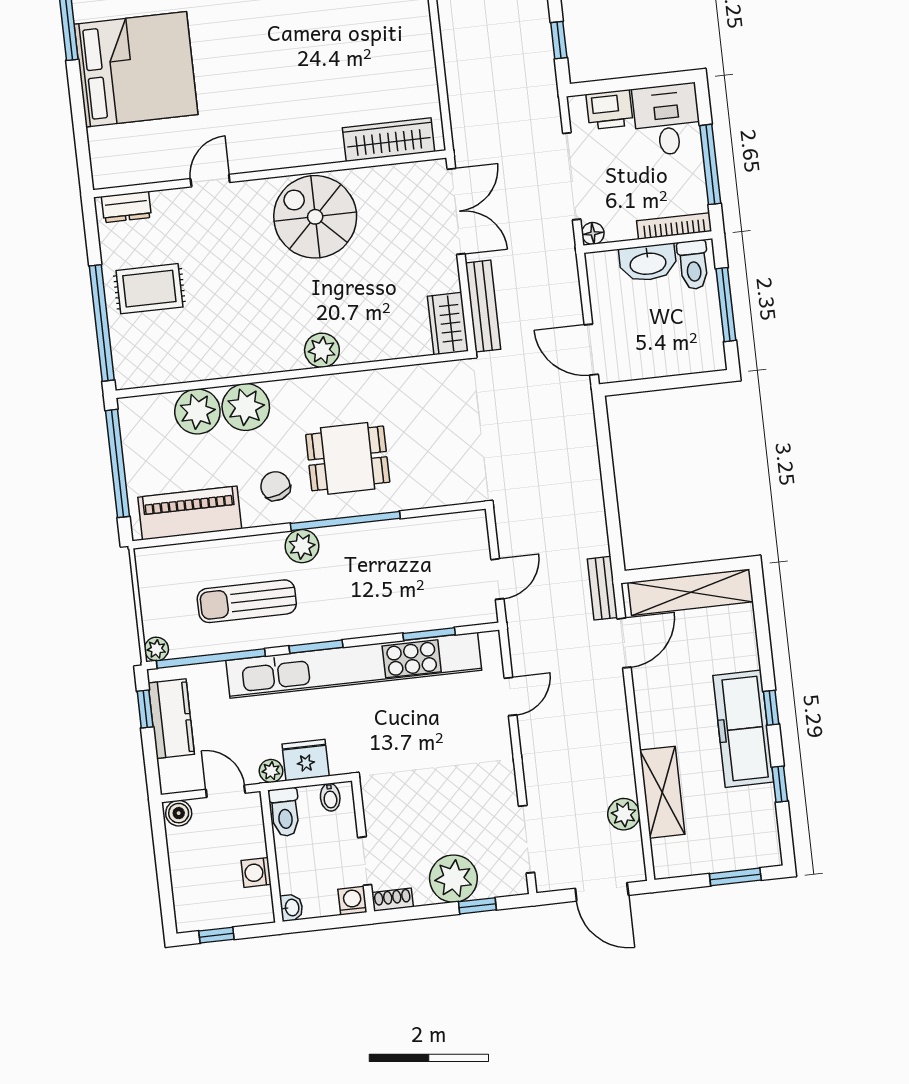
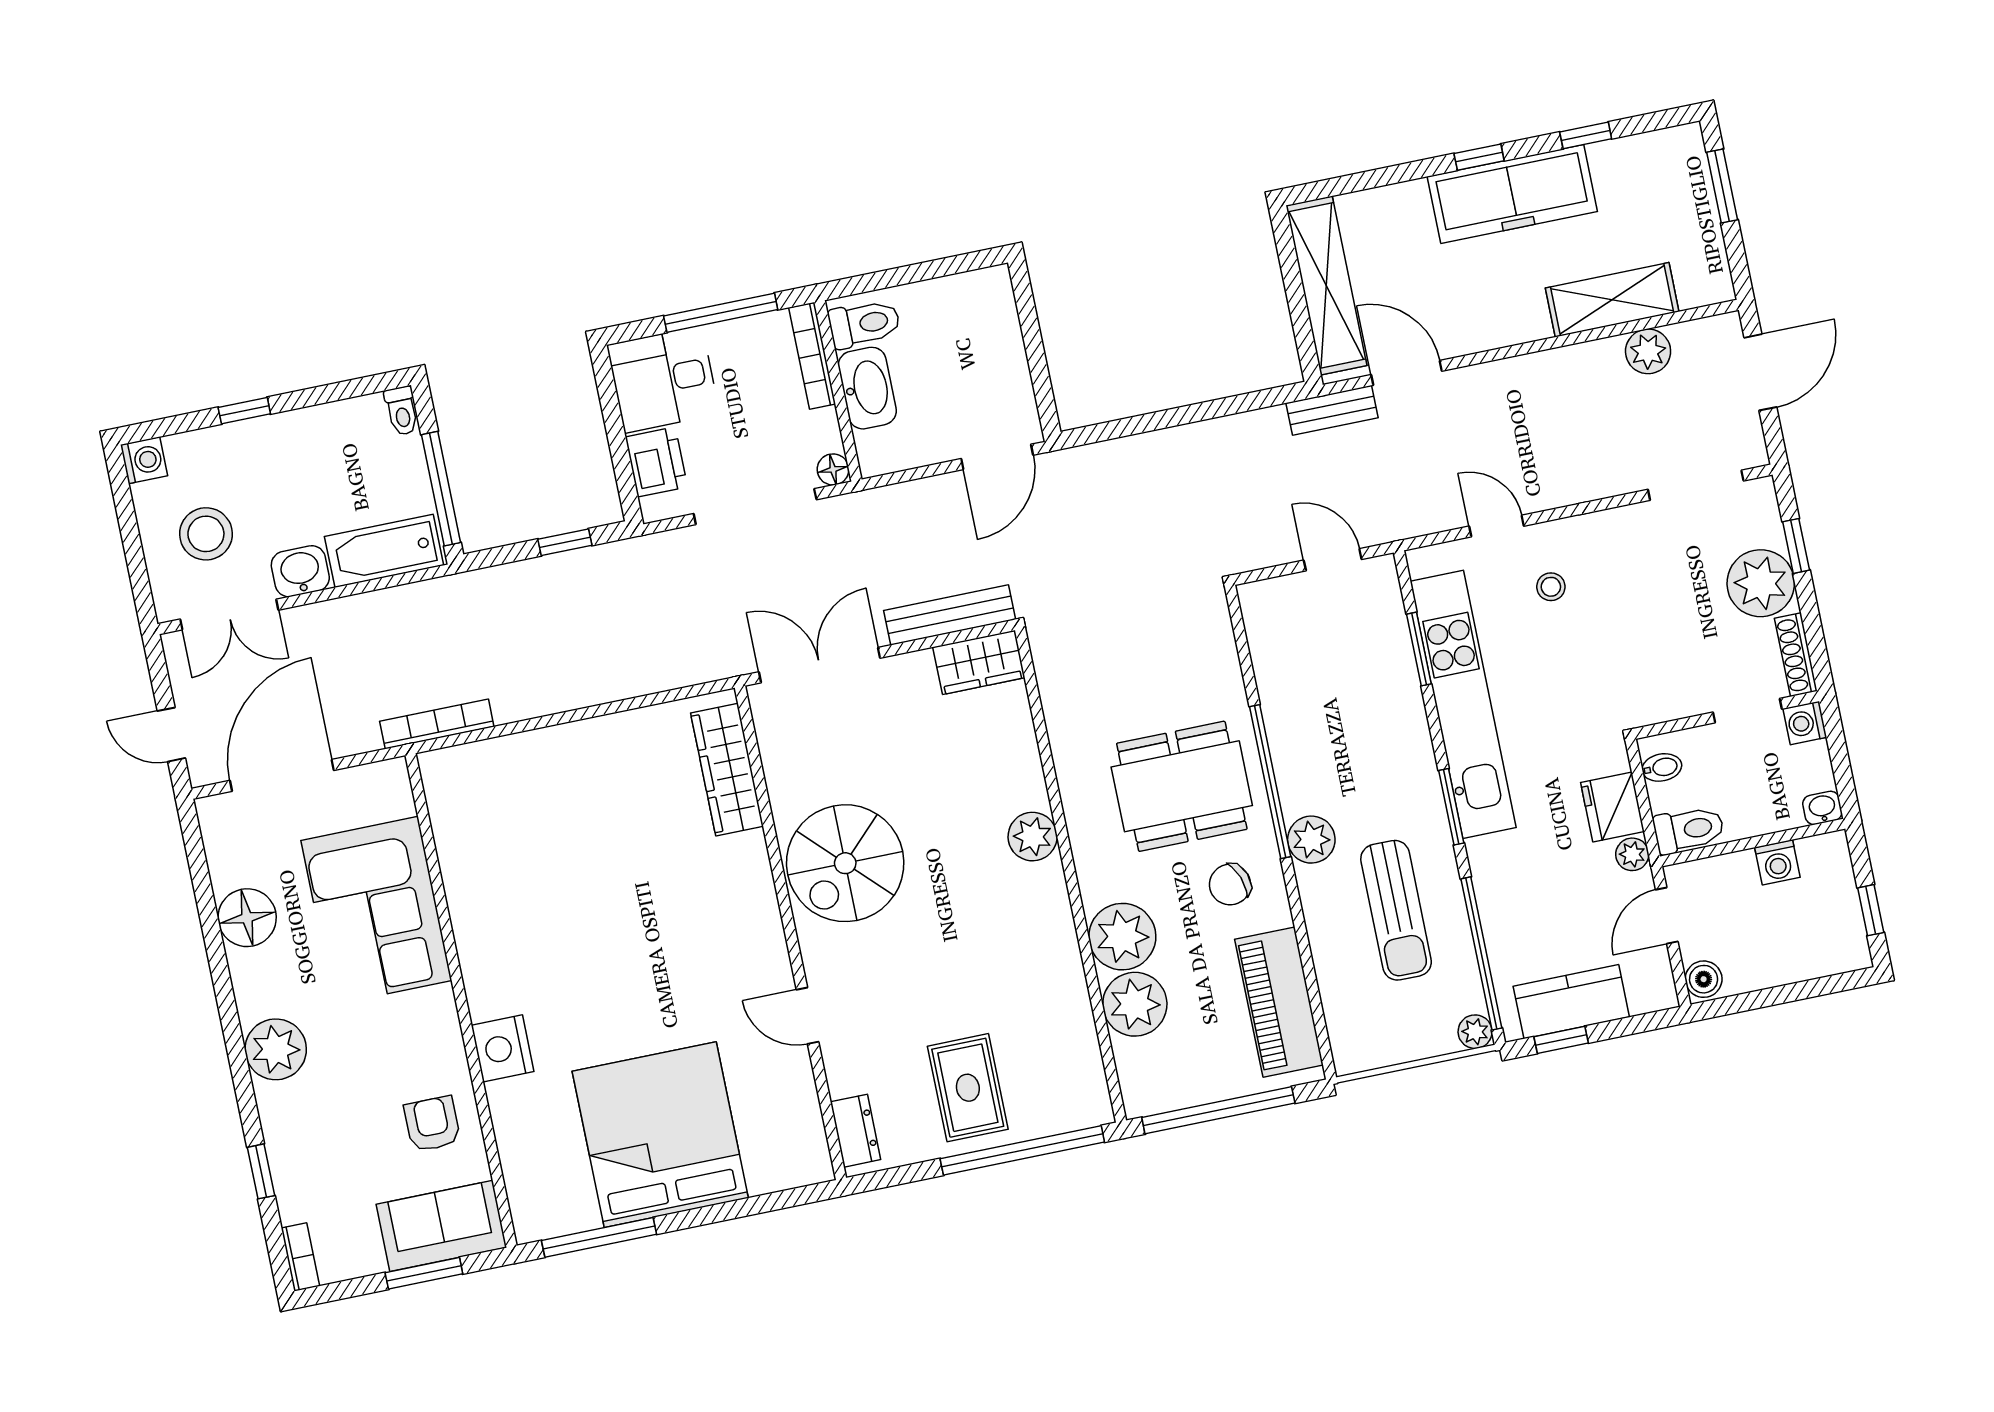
window: (726, 305) -> (916, 273), removed
dining table: (348, 458) -> (1182, 786), width x1.38
kitchen unit: (354, 665) -> (1463, 704), width x0.73
stool: (464, 731) -> (1551, 587), added
shoe rack: (393, 900) -> (1796, 655), width x1.43

